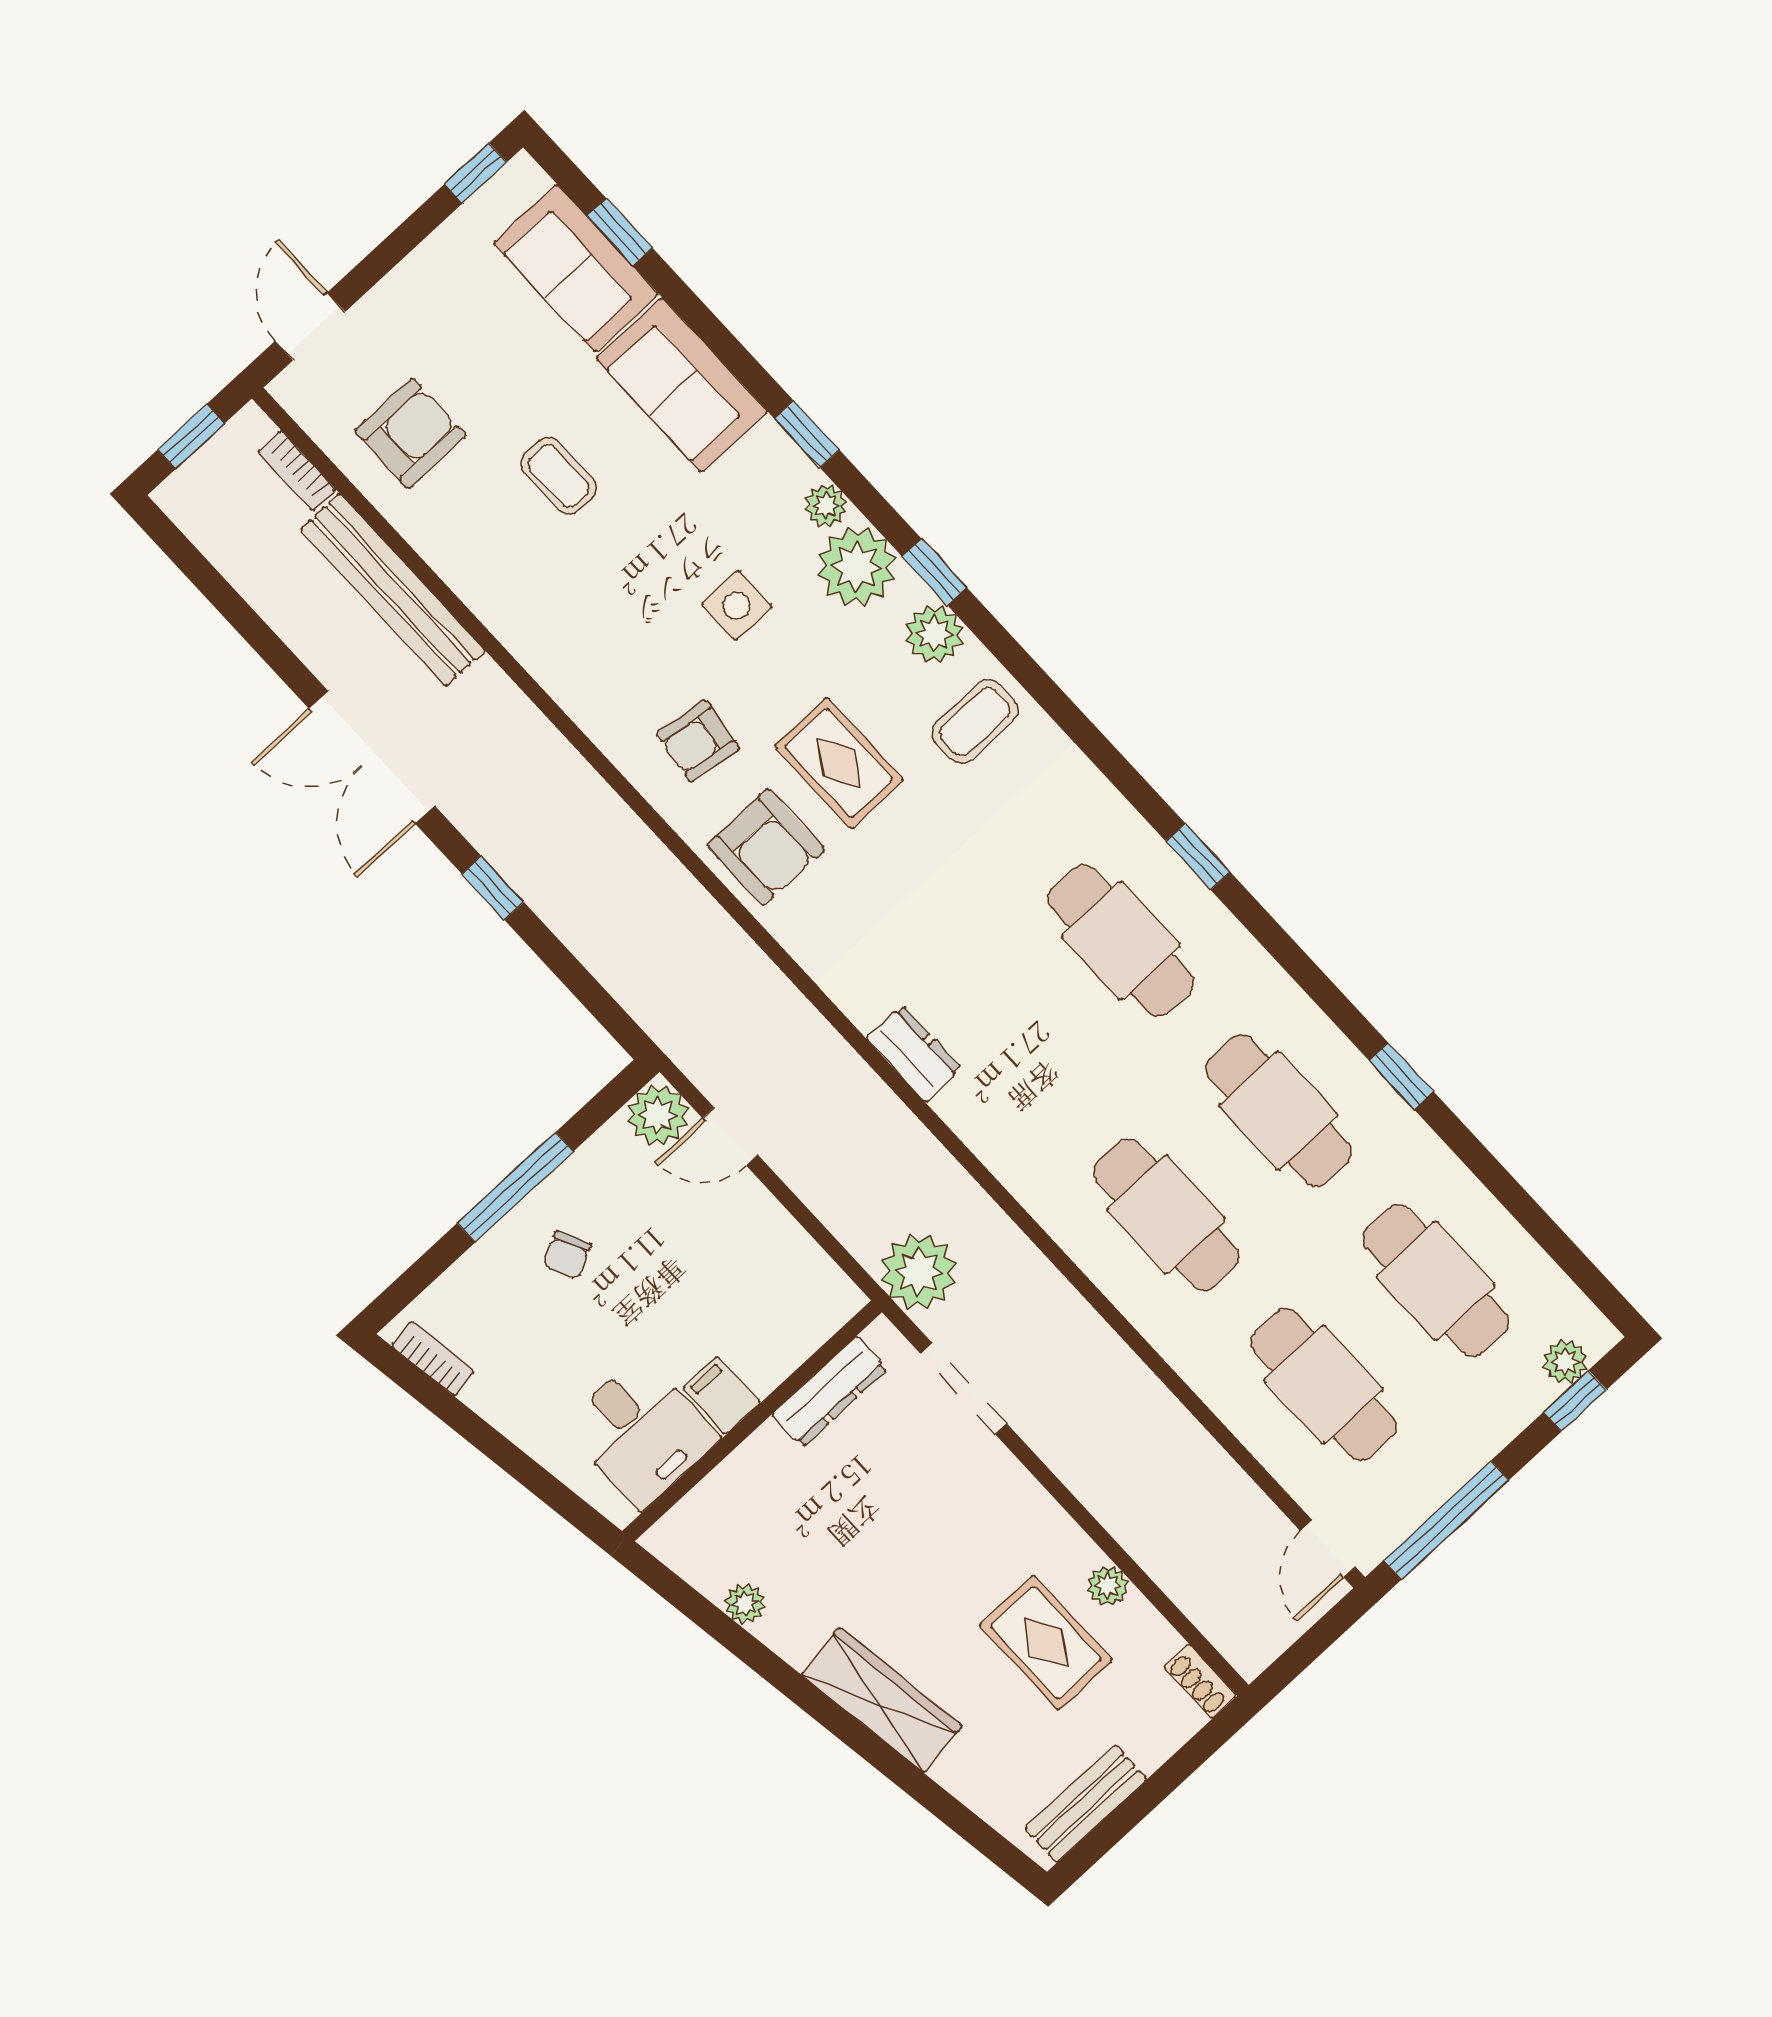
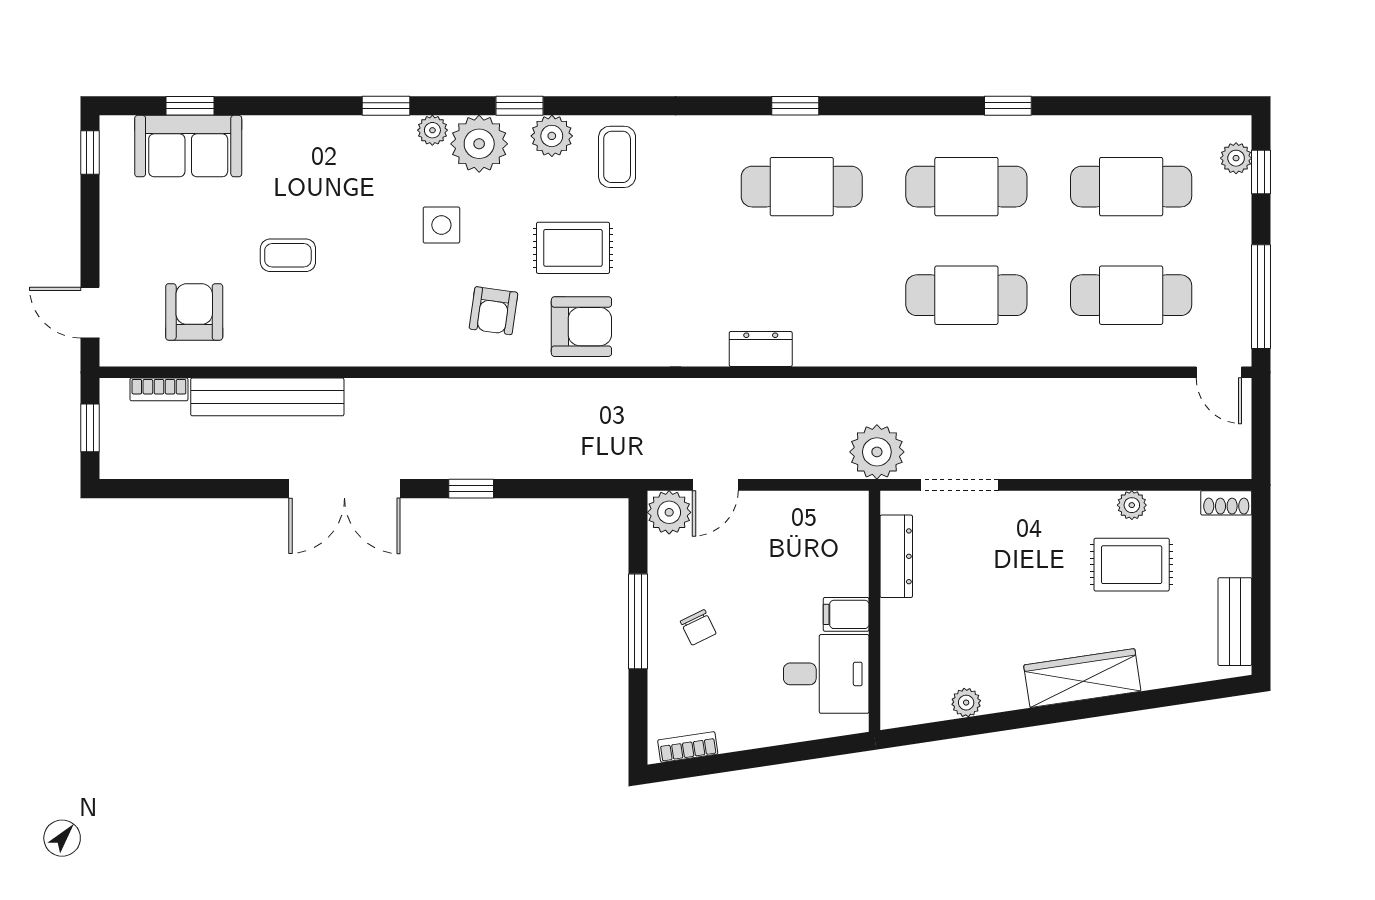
sofa: (682, 385) -> (300, 147), removed

